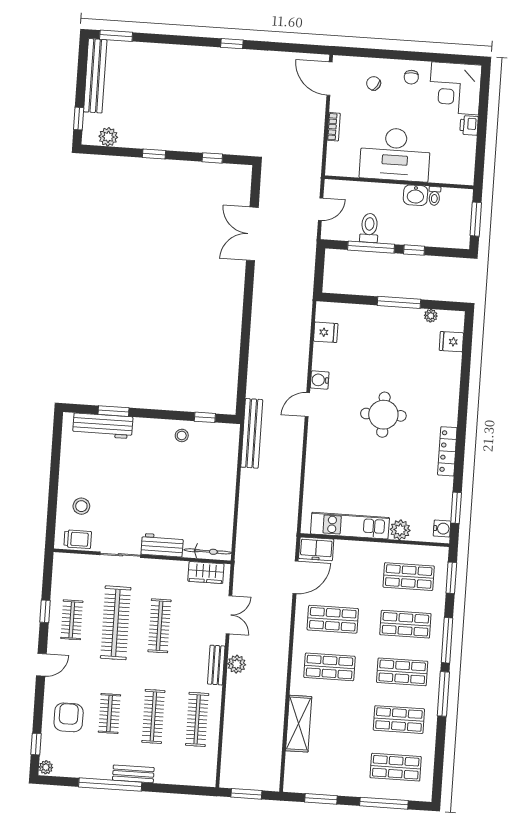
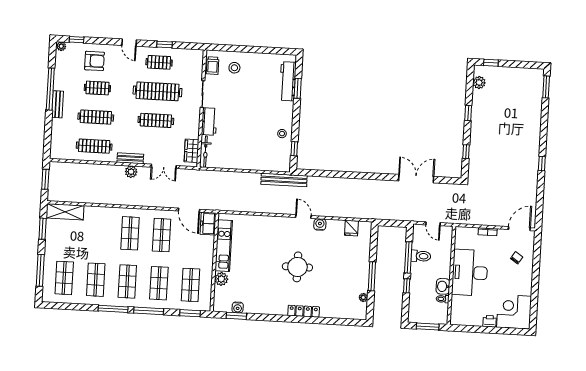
bench: (95, 76) -> (519, 73), removed
chair: (411, 77) -> (521, 283), removed
fridge: (451, 342) -> (346, 311), removed
locker: (447, 451) -> (304, 311), moved
water cooler: (442, 529) -> (238, 307), moved
shelving: (299, 724) -> (65, 212), moved

